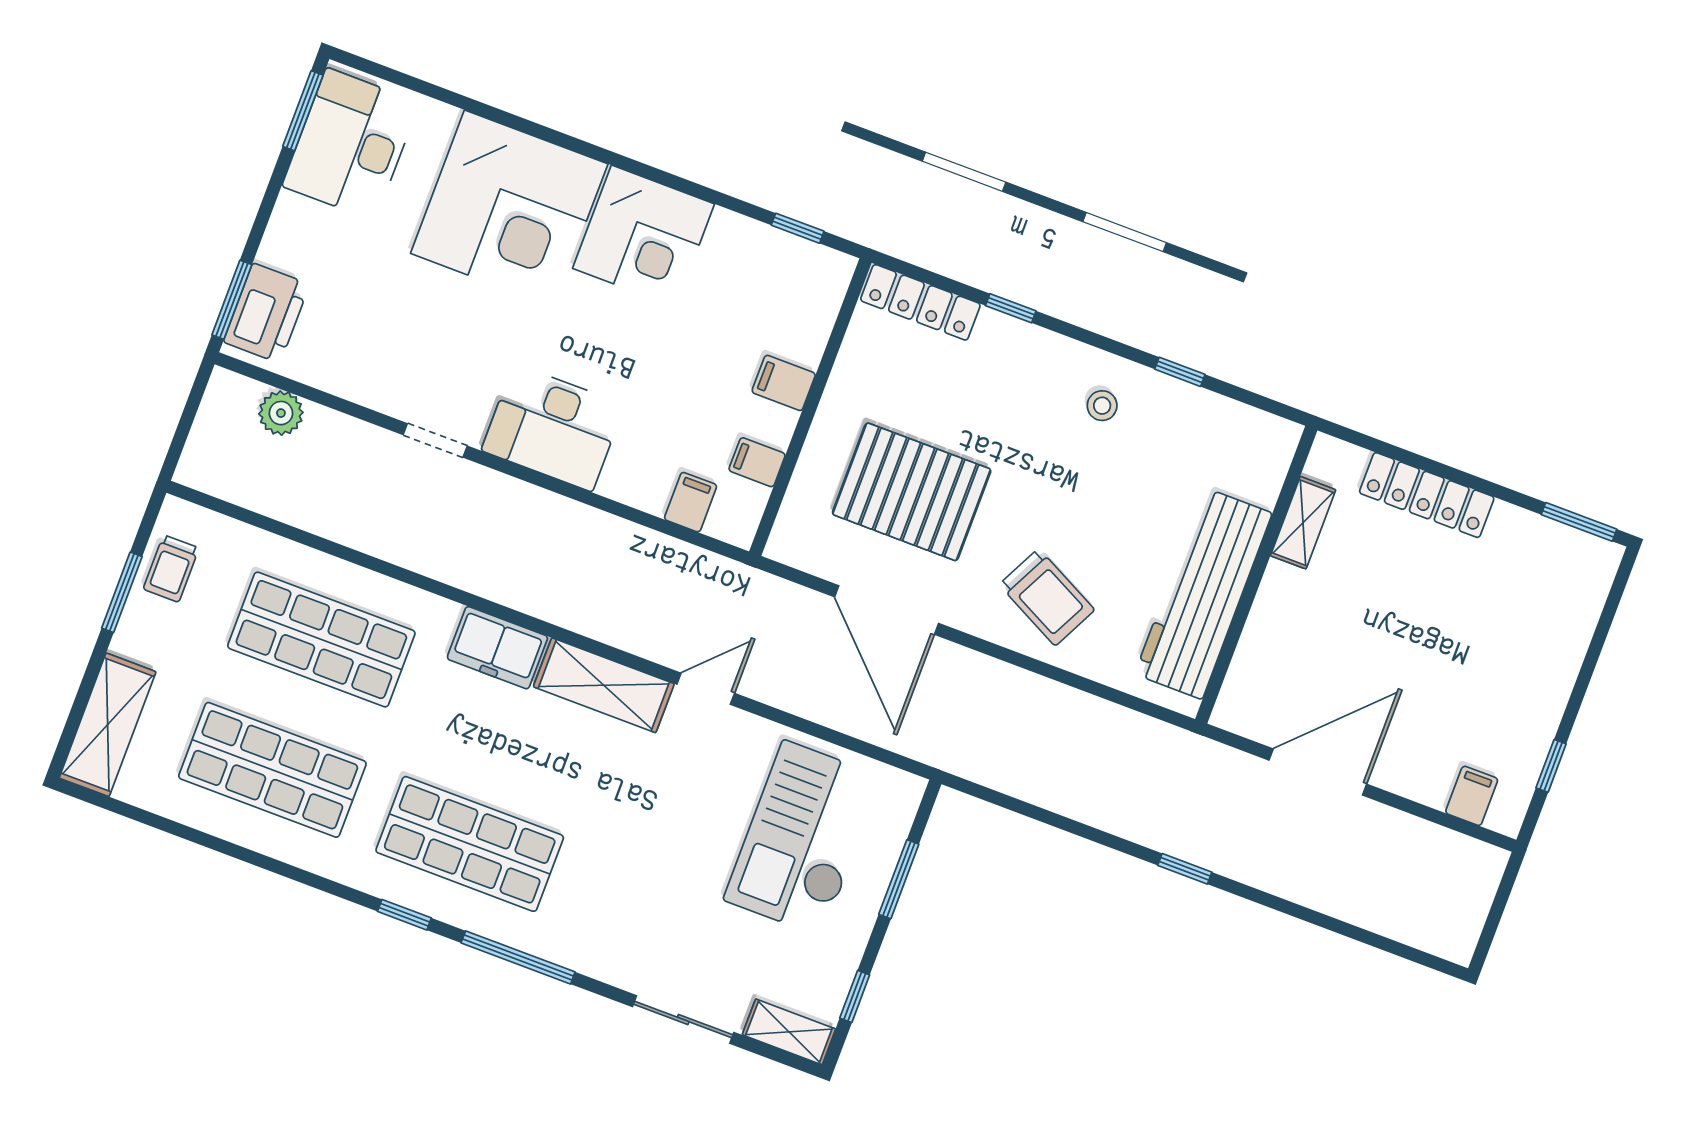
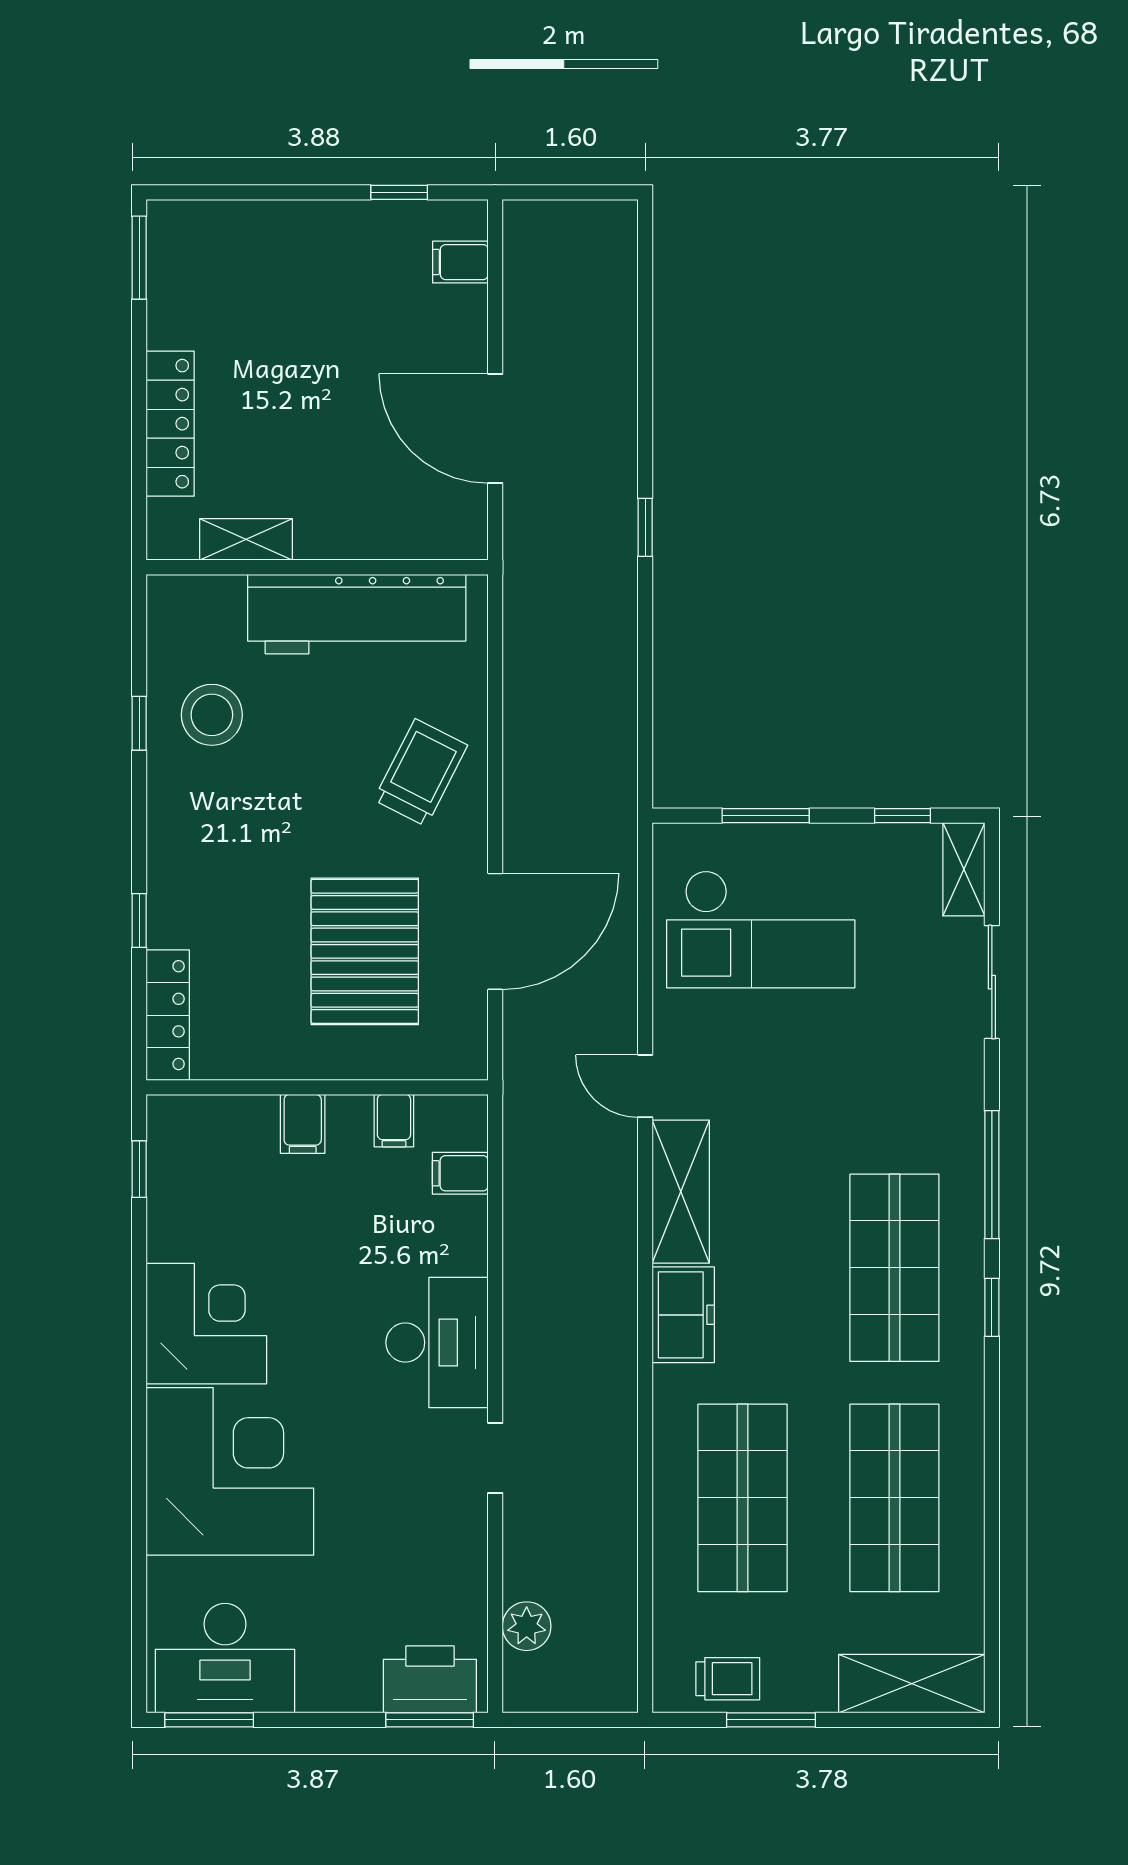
stool: (1102, 406) -> (212, 715), moved, width x1.89, depth x1.89

